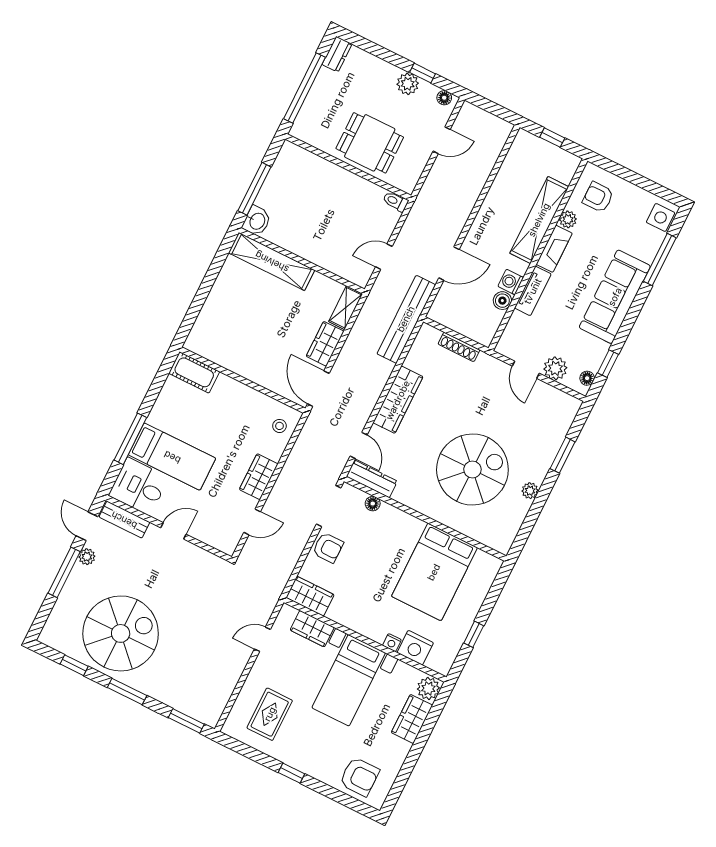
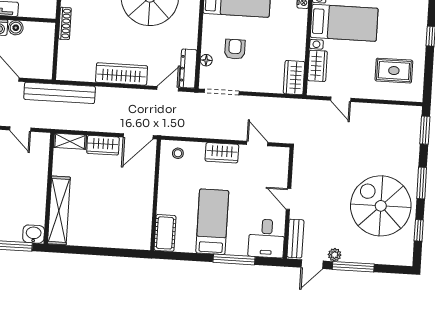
shoe rack: (459, 347) -> (65, 23), moved
bed: (172, 457) -> (212, 222), moved
armchair: (328, 548) -> (235, 49), moved

